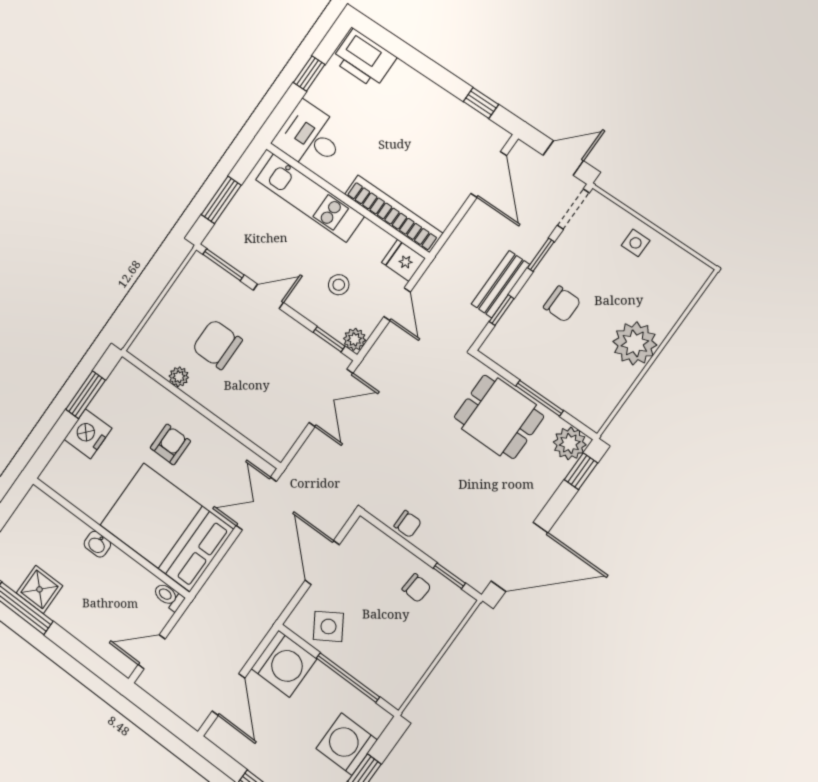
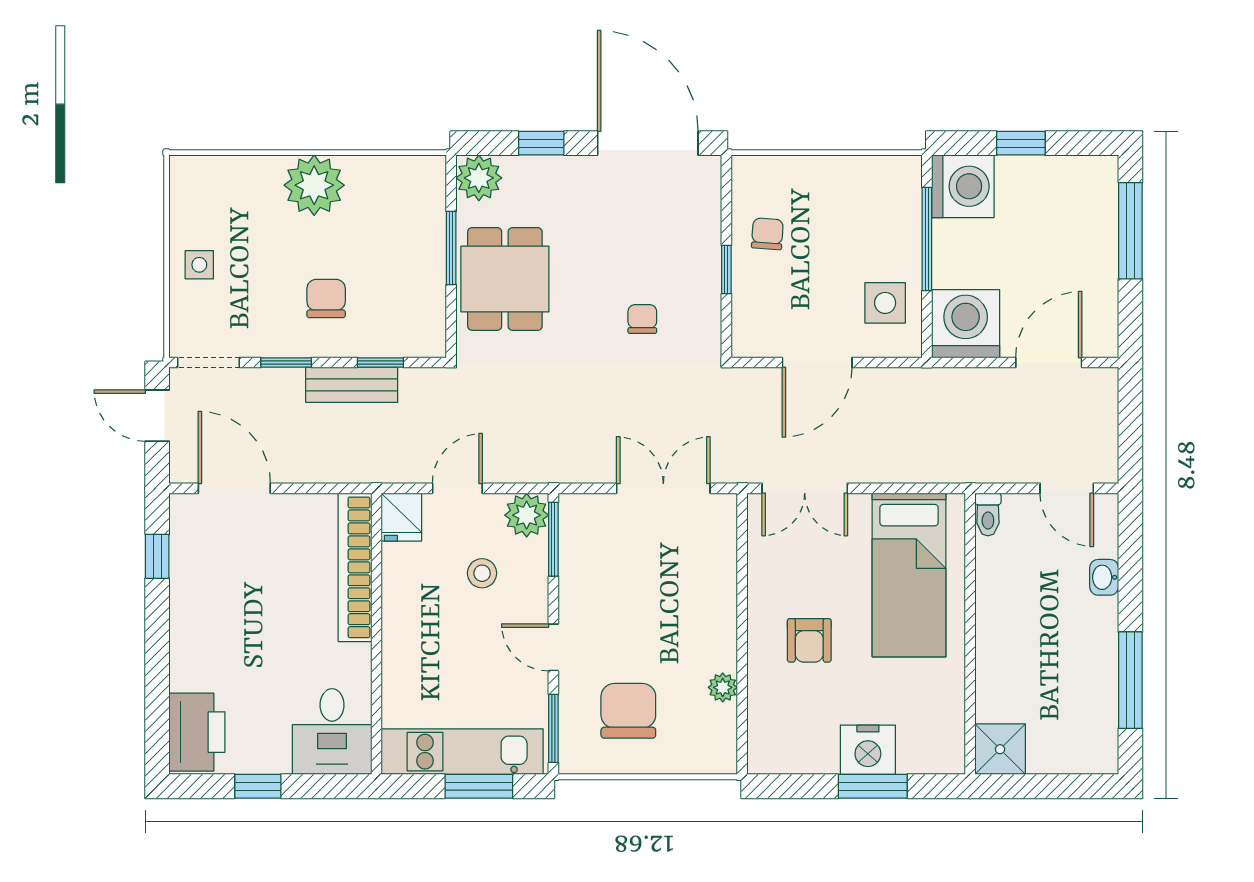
door: (489, 175) -> (234, 488), hinge flipped
kitchen unit: (310, 198) -> (462, 752), moved, turned -90
window: (329, 339) -> (553, 539), width x1.50
plant: (355, 339) -> (527, 515), width x1.38, depth x1.38
chair: (217, 344) -> (628, 711), moved, turned 180
window: (86, 395) -> (873, 786), moved
double door: (331, 398) -> (663, 488), moved
armchair: (170, 444) -> (809, 640), turned -90
window: (581, 471) -> (541, 143), moved
chair: (408, 524) -> (642, 319), moved
bed: (167, 527) -> (909, 575), width x0.67
washbasin: (97, 544) -> (1104, 577), moved, turned 180
window: (449, 576) -> (726, 270), moved
shower: (39, 589) -> (1000, 749), moved
side table: (328, 626) -> (885, 303), turned 32
washing machine: (347, 744) -> (963, 186), moved, turned -90

